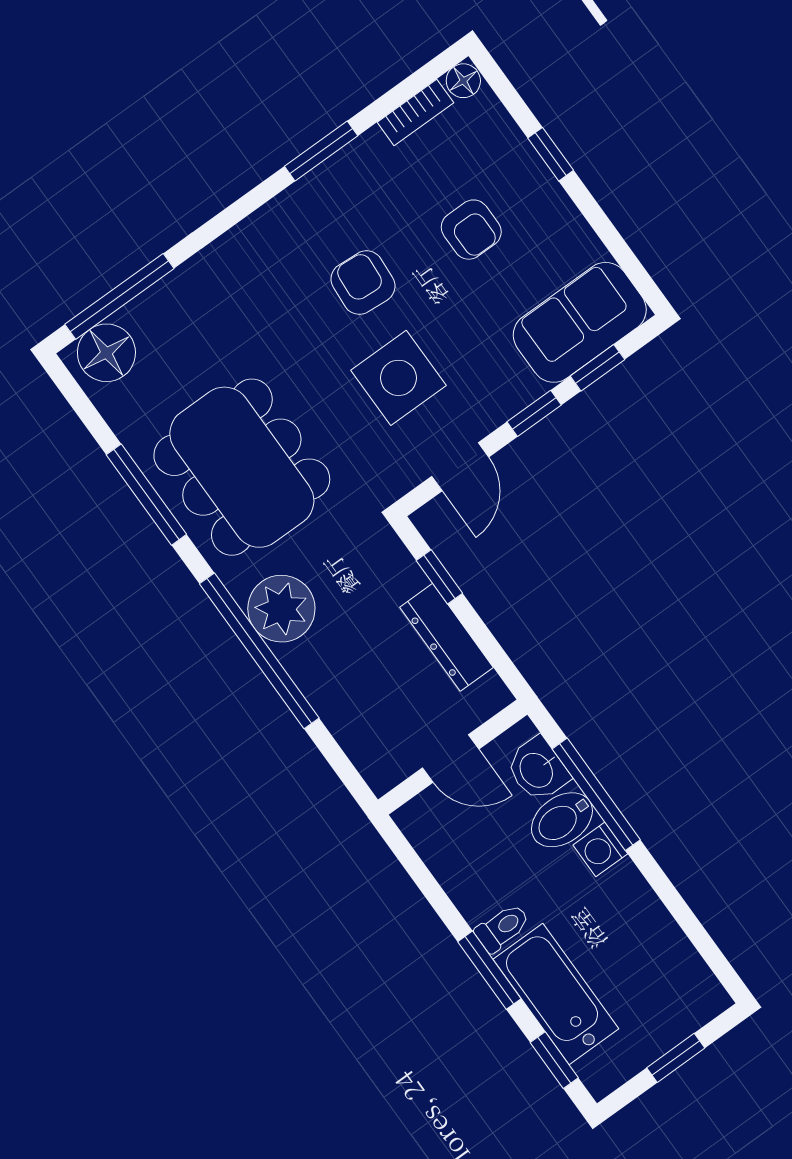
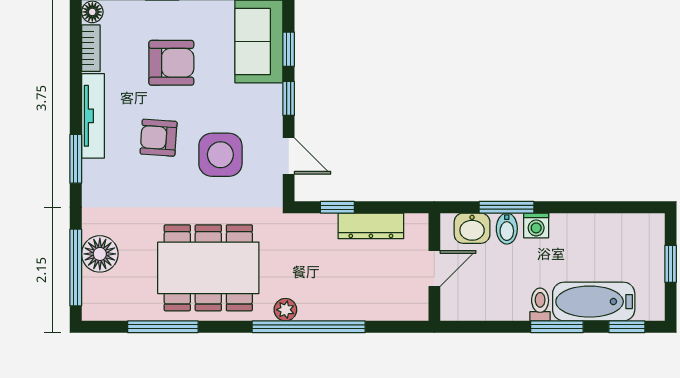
window: (321, 151) -> (76, 159), moved
tv unit: (330, 178) -> (93, 116), added
armchair: (471, 230) -> (171, 63), width x1.38, depth x1.38
floor lamp: (106, 353) -> (100, 254), moved
window: (146, 495) -> (163, 327), moved
plant: (281, 609) -> (285, 310), width x0.53, depth x0.53
window: (596, 794) -> (506, 207), width x0.69
bidet: (562, 820) -> (507, 229), width x0.72, depth x0.74

